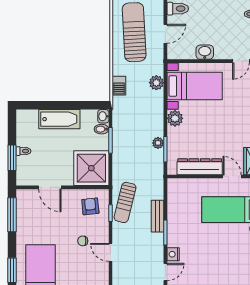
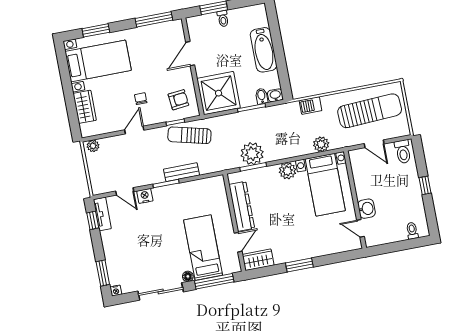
washbasin: (205, 52) -> (367, 209), moved
plant: (158, 143) -> (252, 154), width x1.88, depth x1.88

